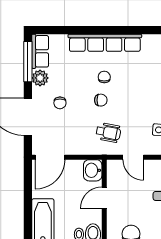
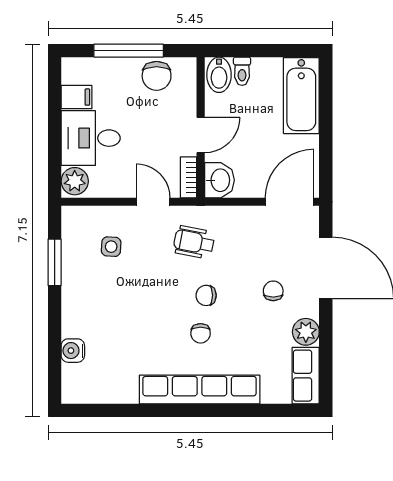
window: (28, 62) -> (326, 359), removed
bookcase: (112, 172) -> (188, 177), added

